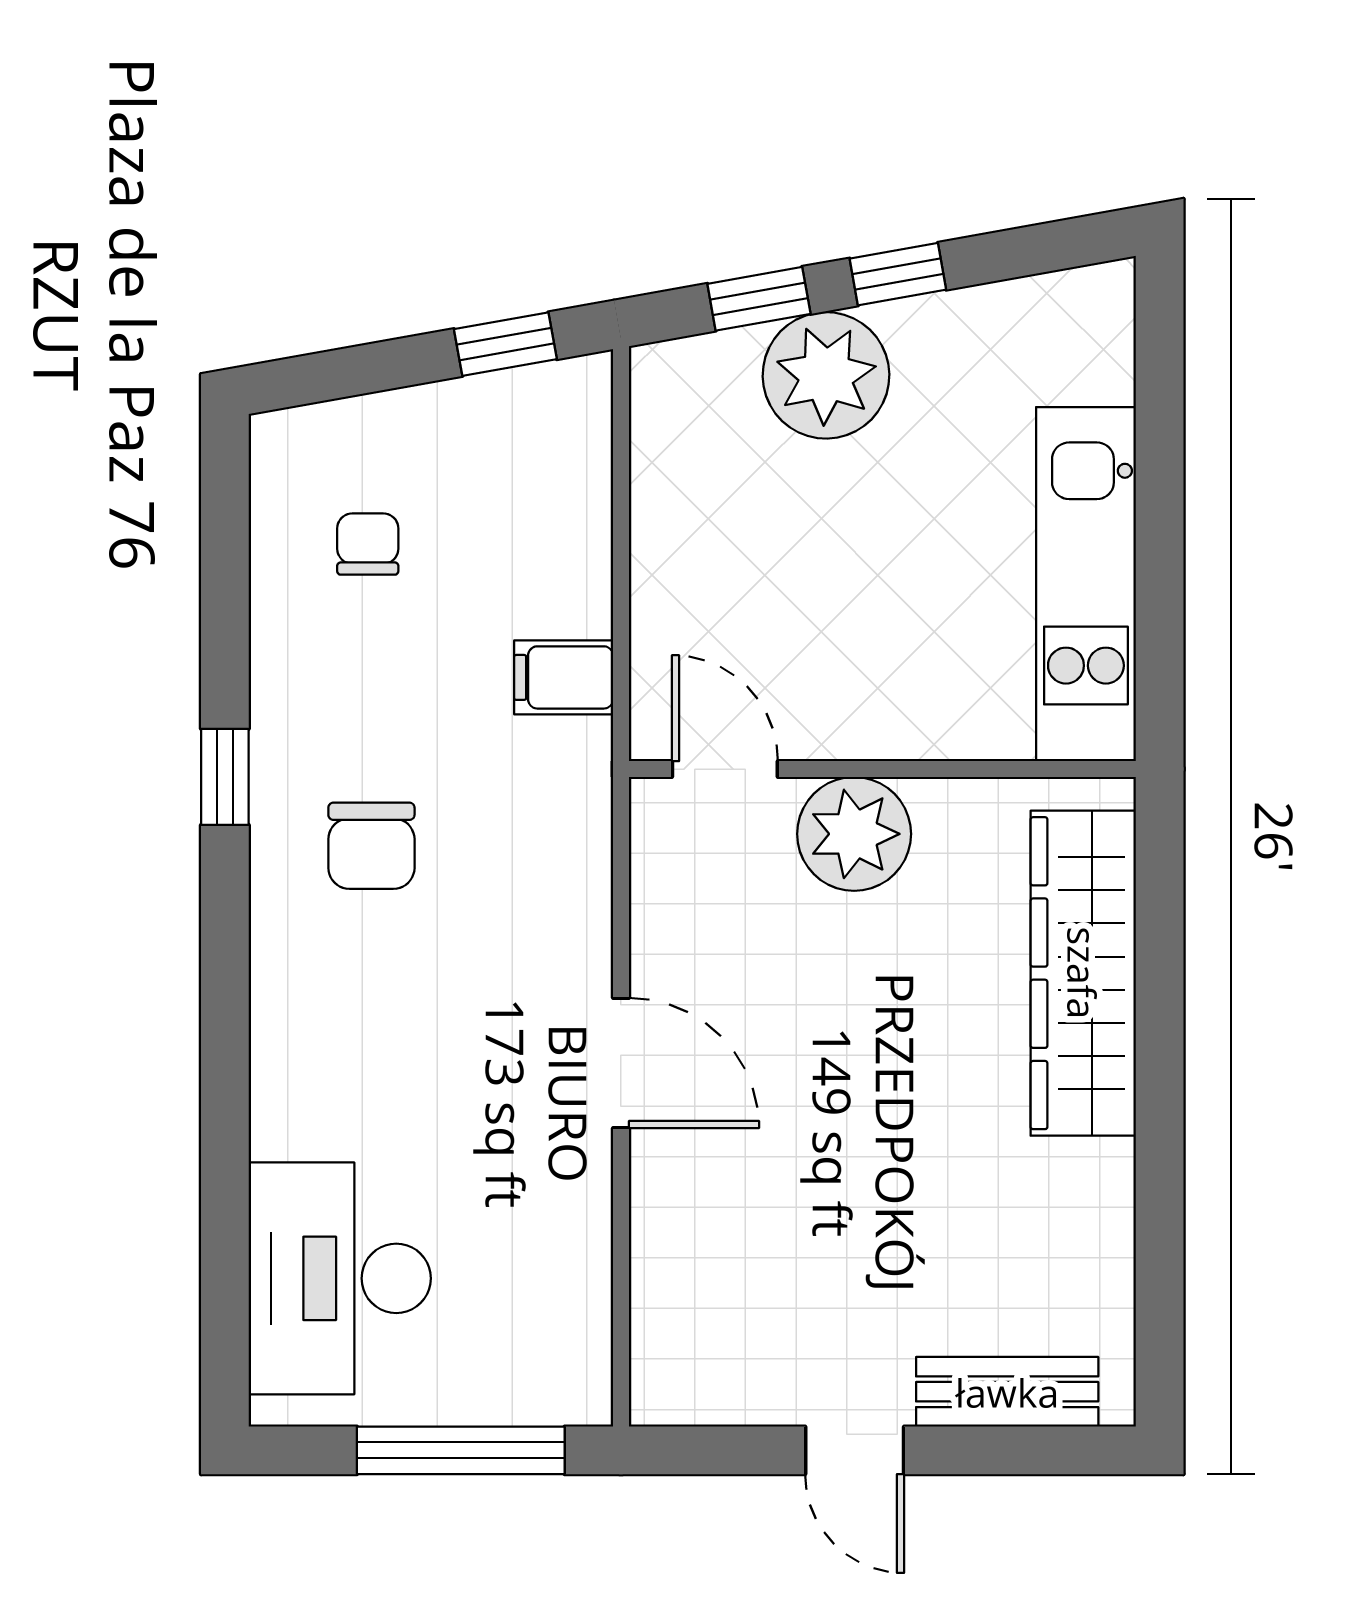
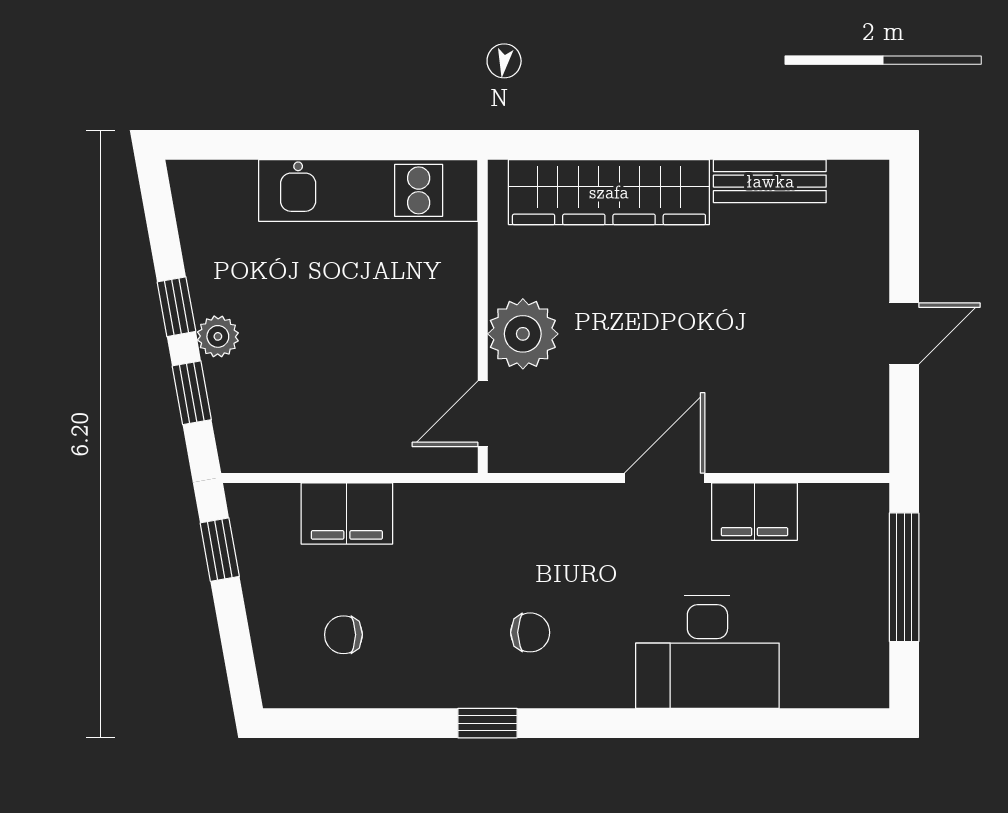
plant: (826, 375) -> (218, 336), width x0.53, depth x0.53
filing cabinet: (564, 677) -> (347, 514), moved, width x2.00
chair: (371, 846) -> (530, 632), width x0.73, depth x0.73
filing cabinet: (567, 1208) -> (754, 512), added
desk: (340, 1278) -> (707, 652), moved
bench: (1007, 1392) -> (770, 181), moved, turned 90

